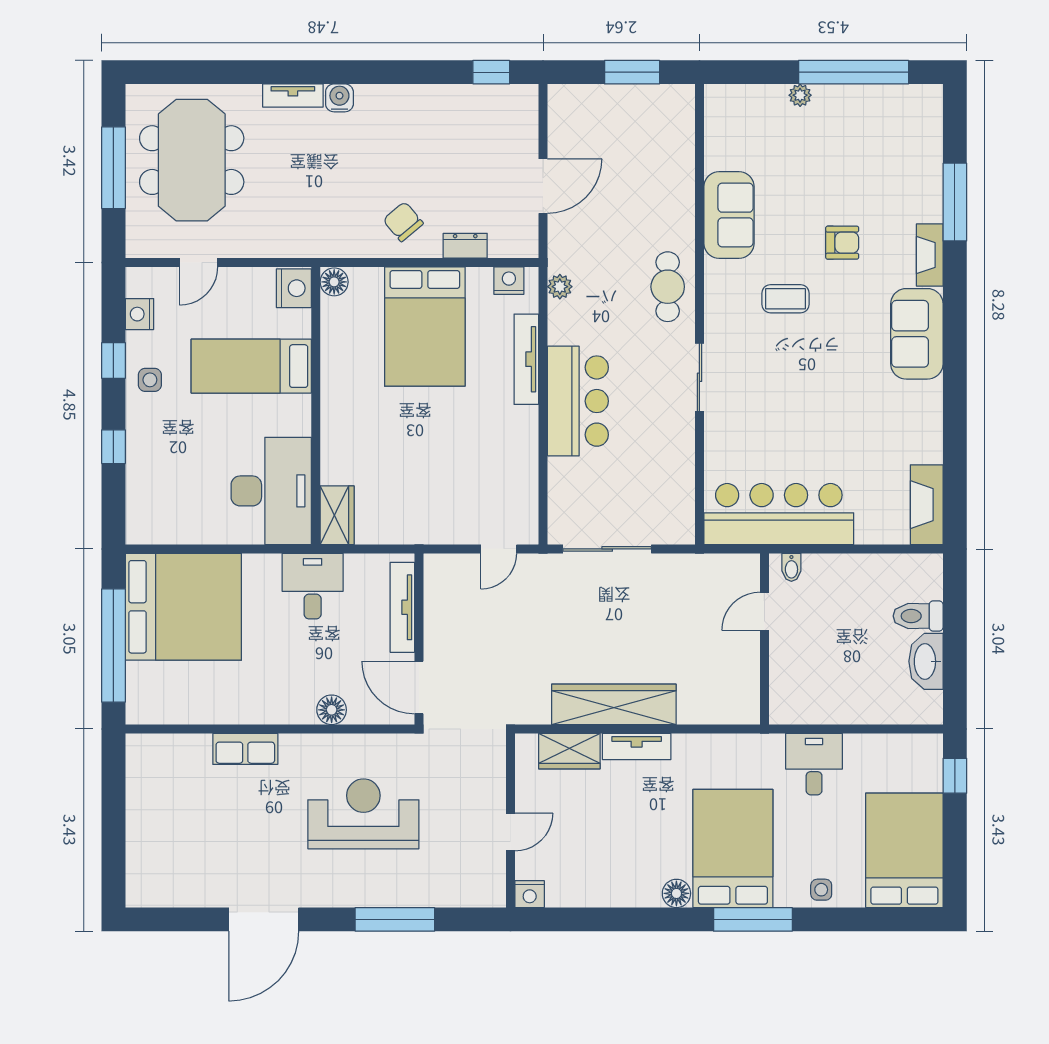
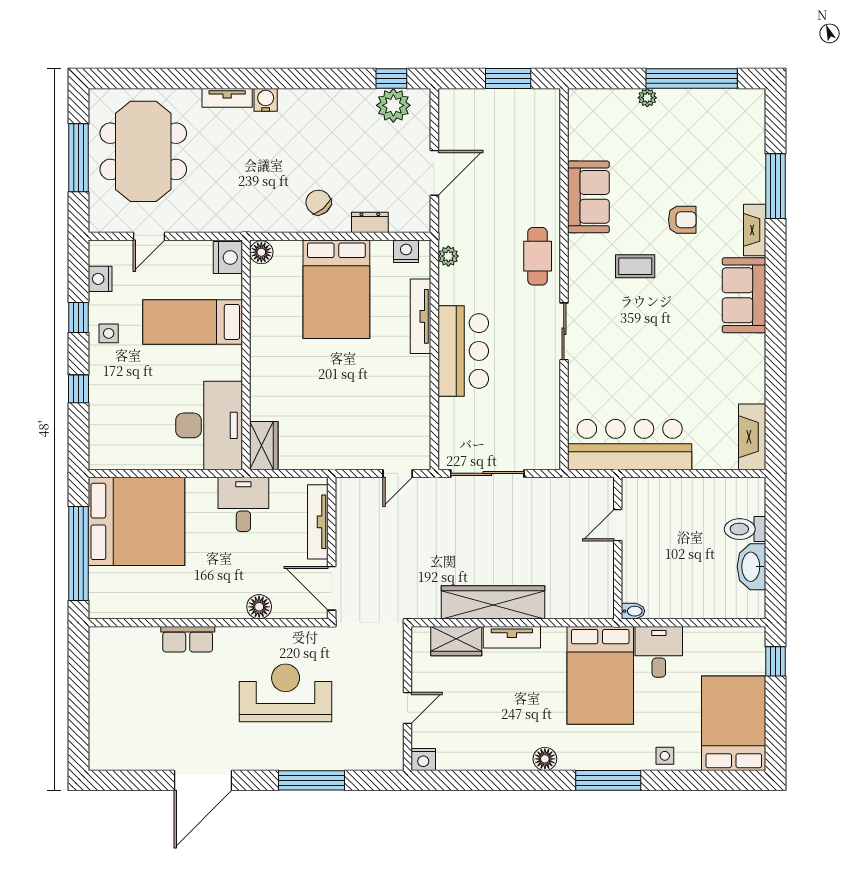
plant: (494, 105) -> (393, 105), added
bidet: (791, 567) -> (633, 611), moved, turned -90
bed: (733, 848) -> (600, 675), moved, turned 180

